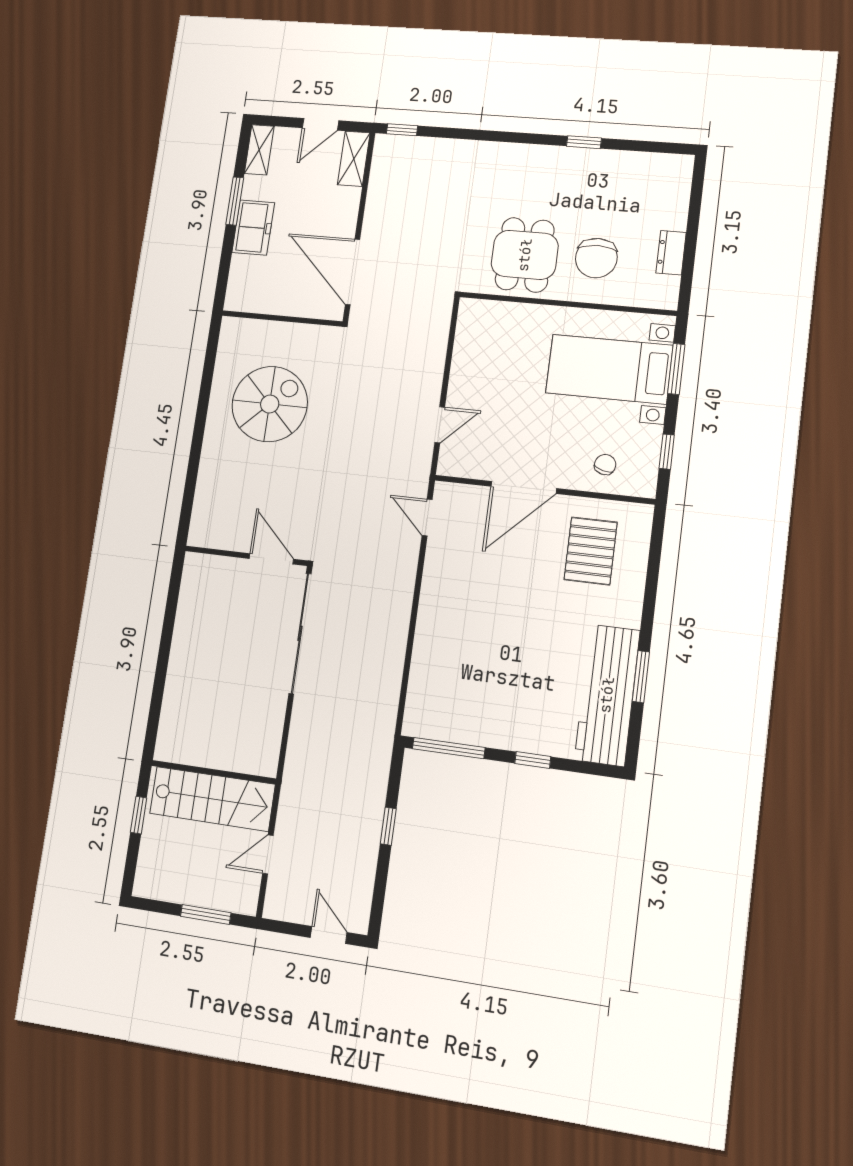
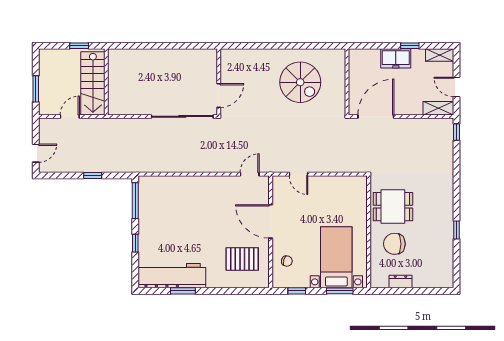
window: (235, 201) -> (410, 46), width x0.67
door: (268, 854) -> (70, 116), hinge flipped

